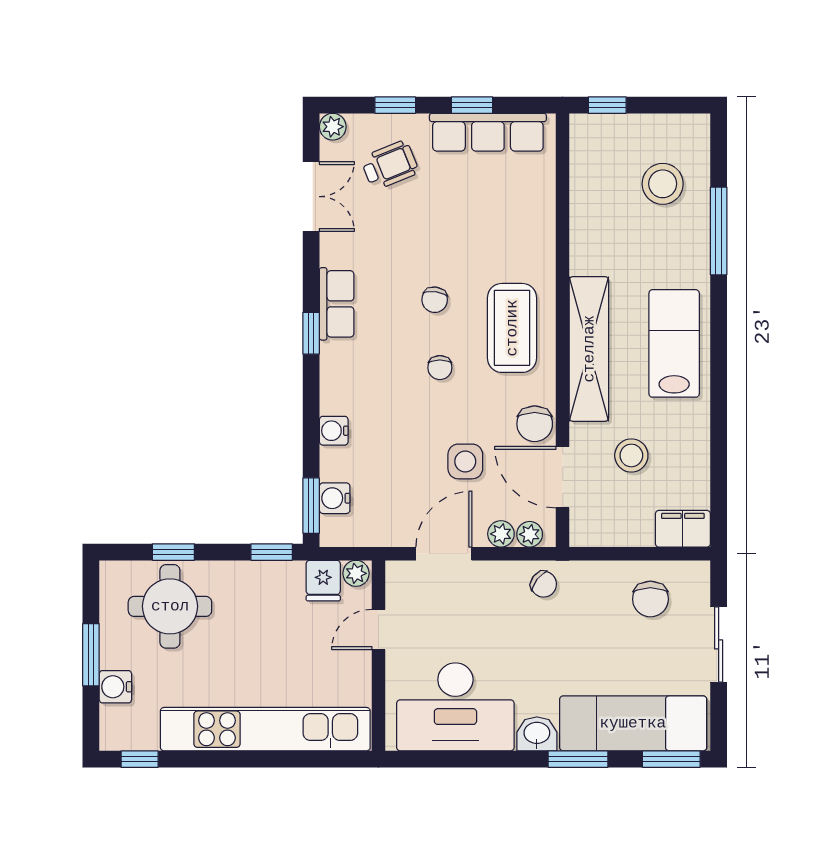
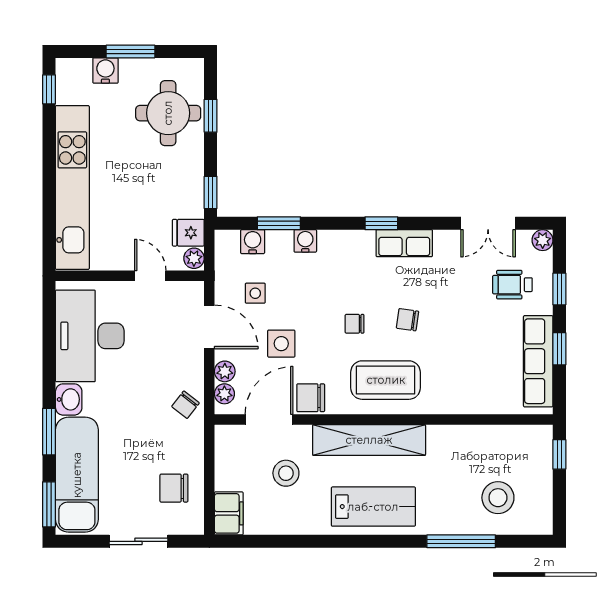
wheelchair: (390, 165) -> (512, 285), turned 112
side table: (401, 495) -> (255, 293), added
window: (311, 506) -> (279, 223), moved

